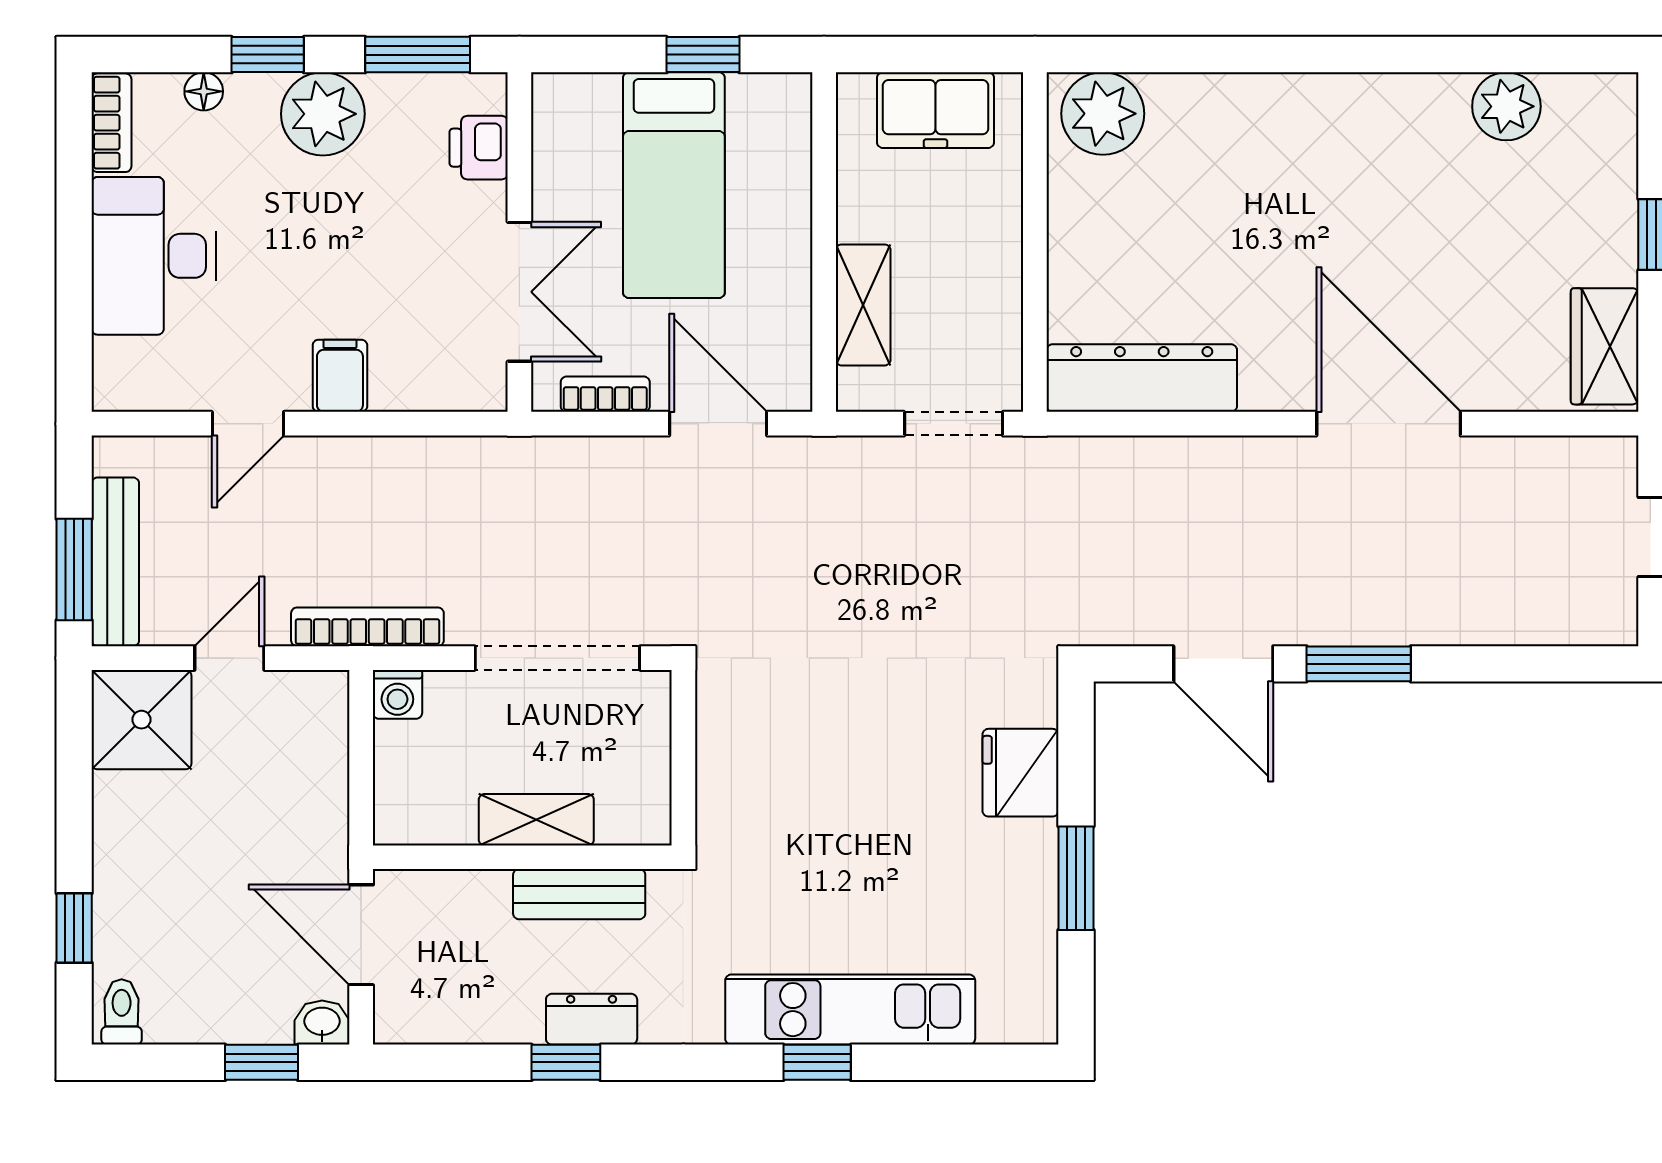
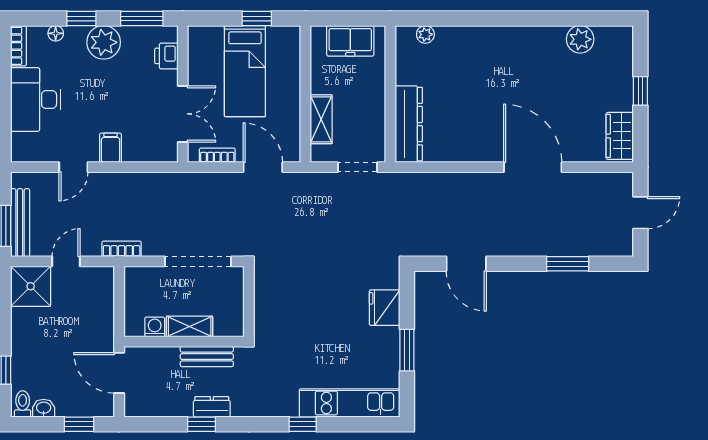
plant: (1103, 114) -> (425, 34), width x0.53, depth x0.53
dresser: (1142, 378) -> (409, 124), moved, turned 90
bookcase: (367, 627) -> (122, 249), width x0.64
window: (1359, 664) -> (568, 264), moved
washing machine: (397, 694) -> (155, 327), moved, turned 180
kitchen unit: (850, 1010) -> (350, 403), moved
washbasin: (322, 1023) -> (44, 408), moved

